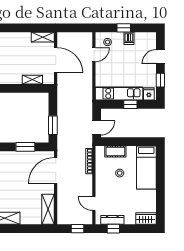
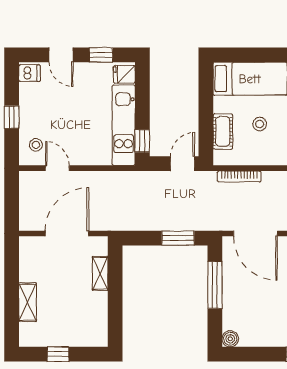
shelving: (43, 37) -> (28, 302), moved
dishwasher: (129, 38) -> (30, 73), moved
window: (130, 104) -> (142, 141), moved
door: (97, 128) -> (183, 164), hinge flipped
window: (25, 147) -> (215, 285), width x1.44

